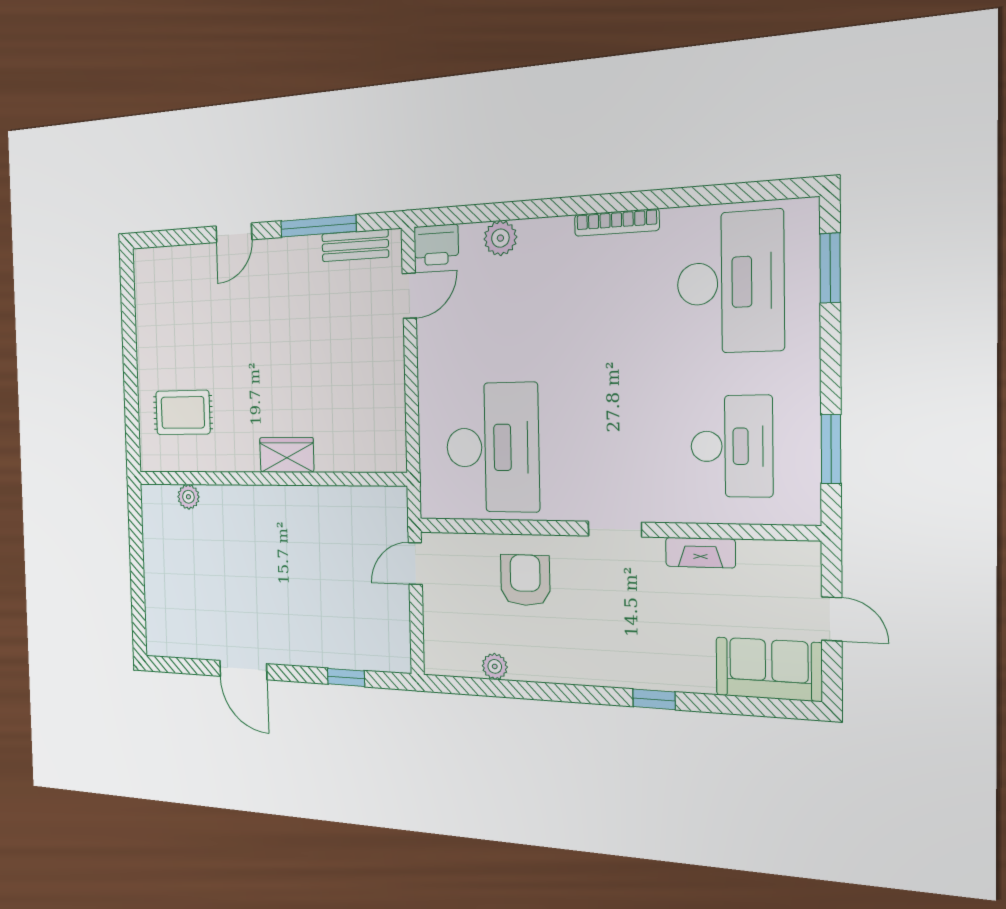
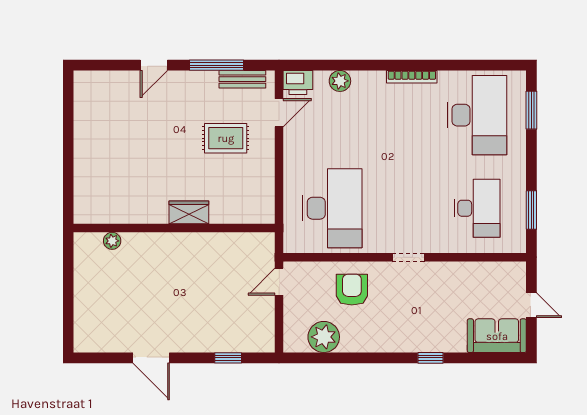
rug: (183, 412) -> (226, 138), moved
fireplace: (700, 553) -> (459, 270), removed
plant: (495, 666) -> (324, 337), width x1.87, depth x1.87

